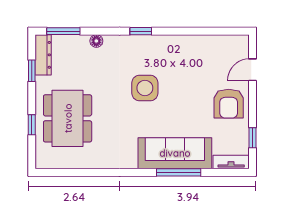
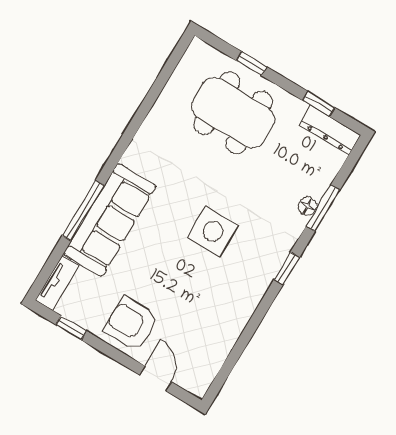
window: (63, 31) -> (323, 208), moved

